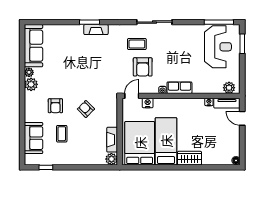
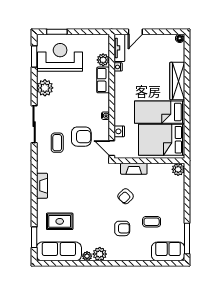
window: (89, 22) -> (34, 237), moved
window: (219, 22) -> (34, 56), width x0.69
plant: (189, 32) -> (45, 88), added
rug: (62, 46) -> (60, 221), added
row of seats: (179, 88) -> (103, 80), moved
plant: (229, 88) -> (103, 60), moved
sofa: (34, 138) -> (168, 251), moved
fireplace: (112, 140) -> (134, 169), moved
wardrobe: (190, 158) -> (177, 81), width x1.50
window: (46, 167) -> (187, 239), width x2.17

